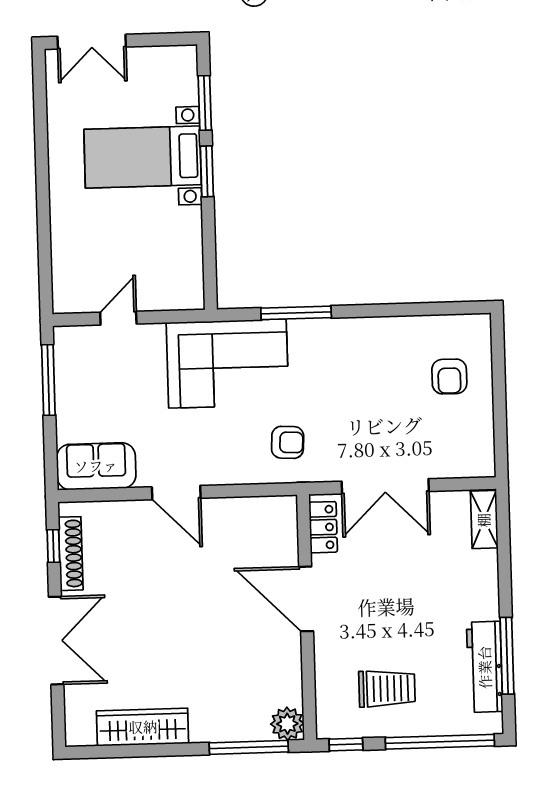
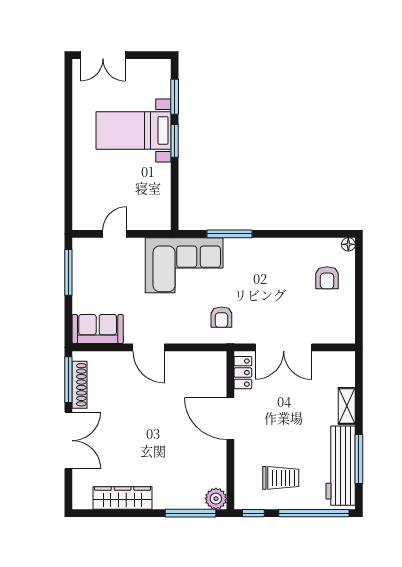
floor lamp: (481, 324) -> (348, 244), added
armchair: (288, 442) -> (221, 317), turned 87
shelving: (484, 520) -> (347, 406), moved
window: (53, 546) -> (68, 380), width x2.17
workbench: (485, 667) -> (341, 466), width x1.36, depth x1.32

